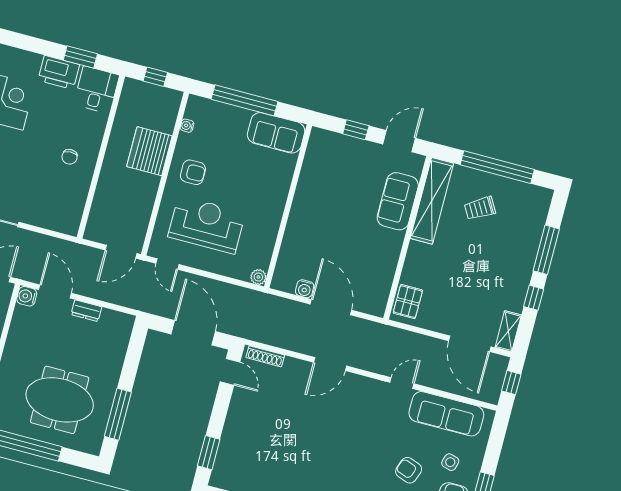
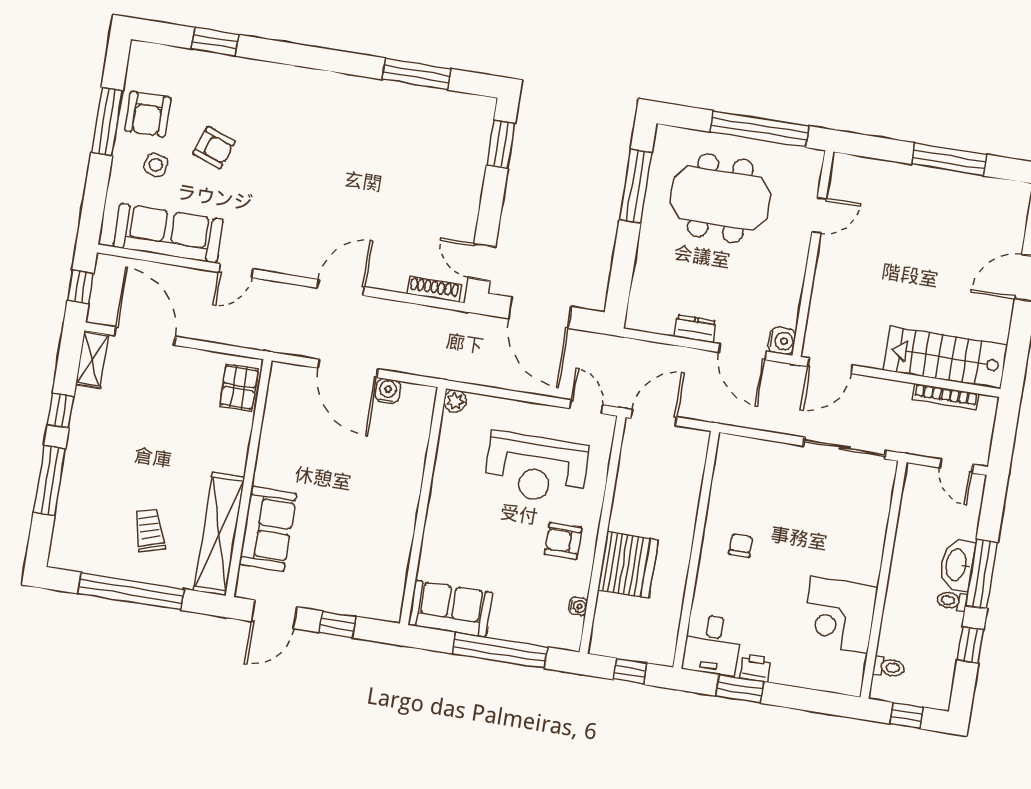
printer: (59, 72) -> (755, 668), width x0.53, depth x0.68
trolley: (480, 208) -> (150, 530), turned -77

